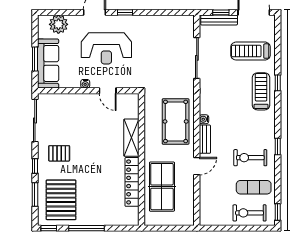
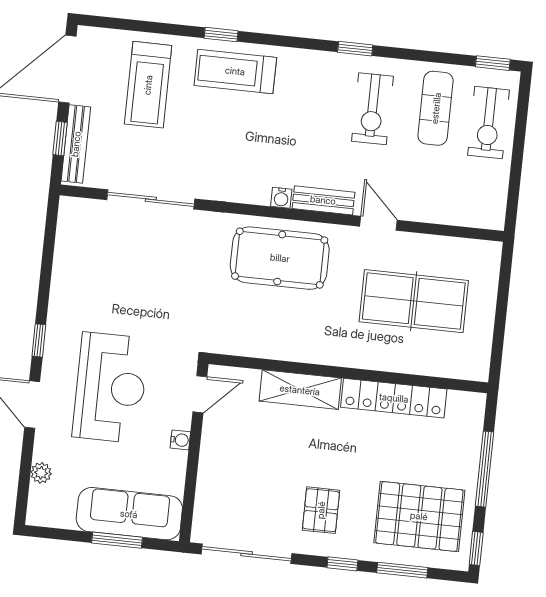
plant: (58, 24) -> (41, 473), width x0.53, depth x0.53
shelving: (131, 138) -> (300, 390), moved
wall: (142, 159) -> (348, 373), moved
locker: (132, 182) -> (394, 398), moved

